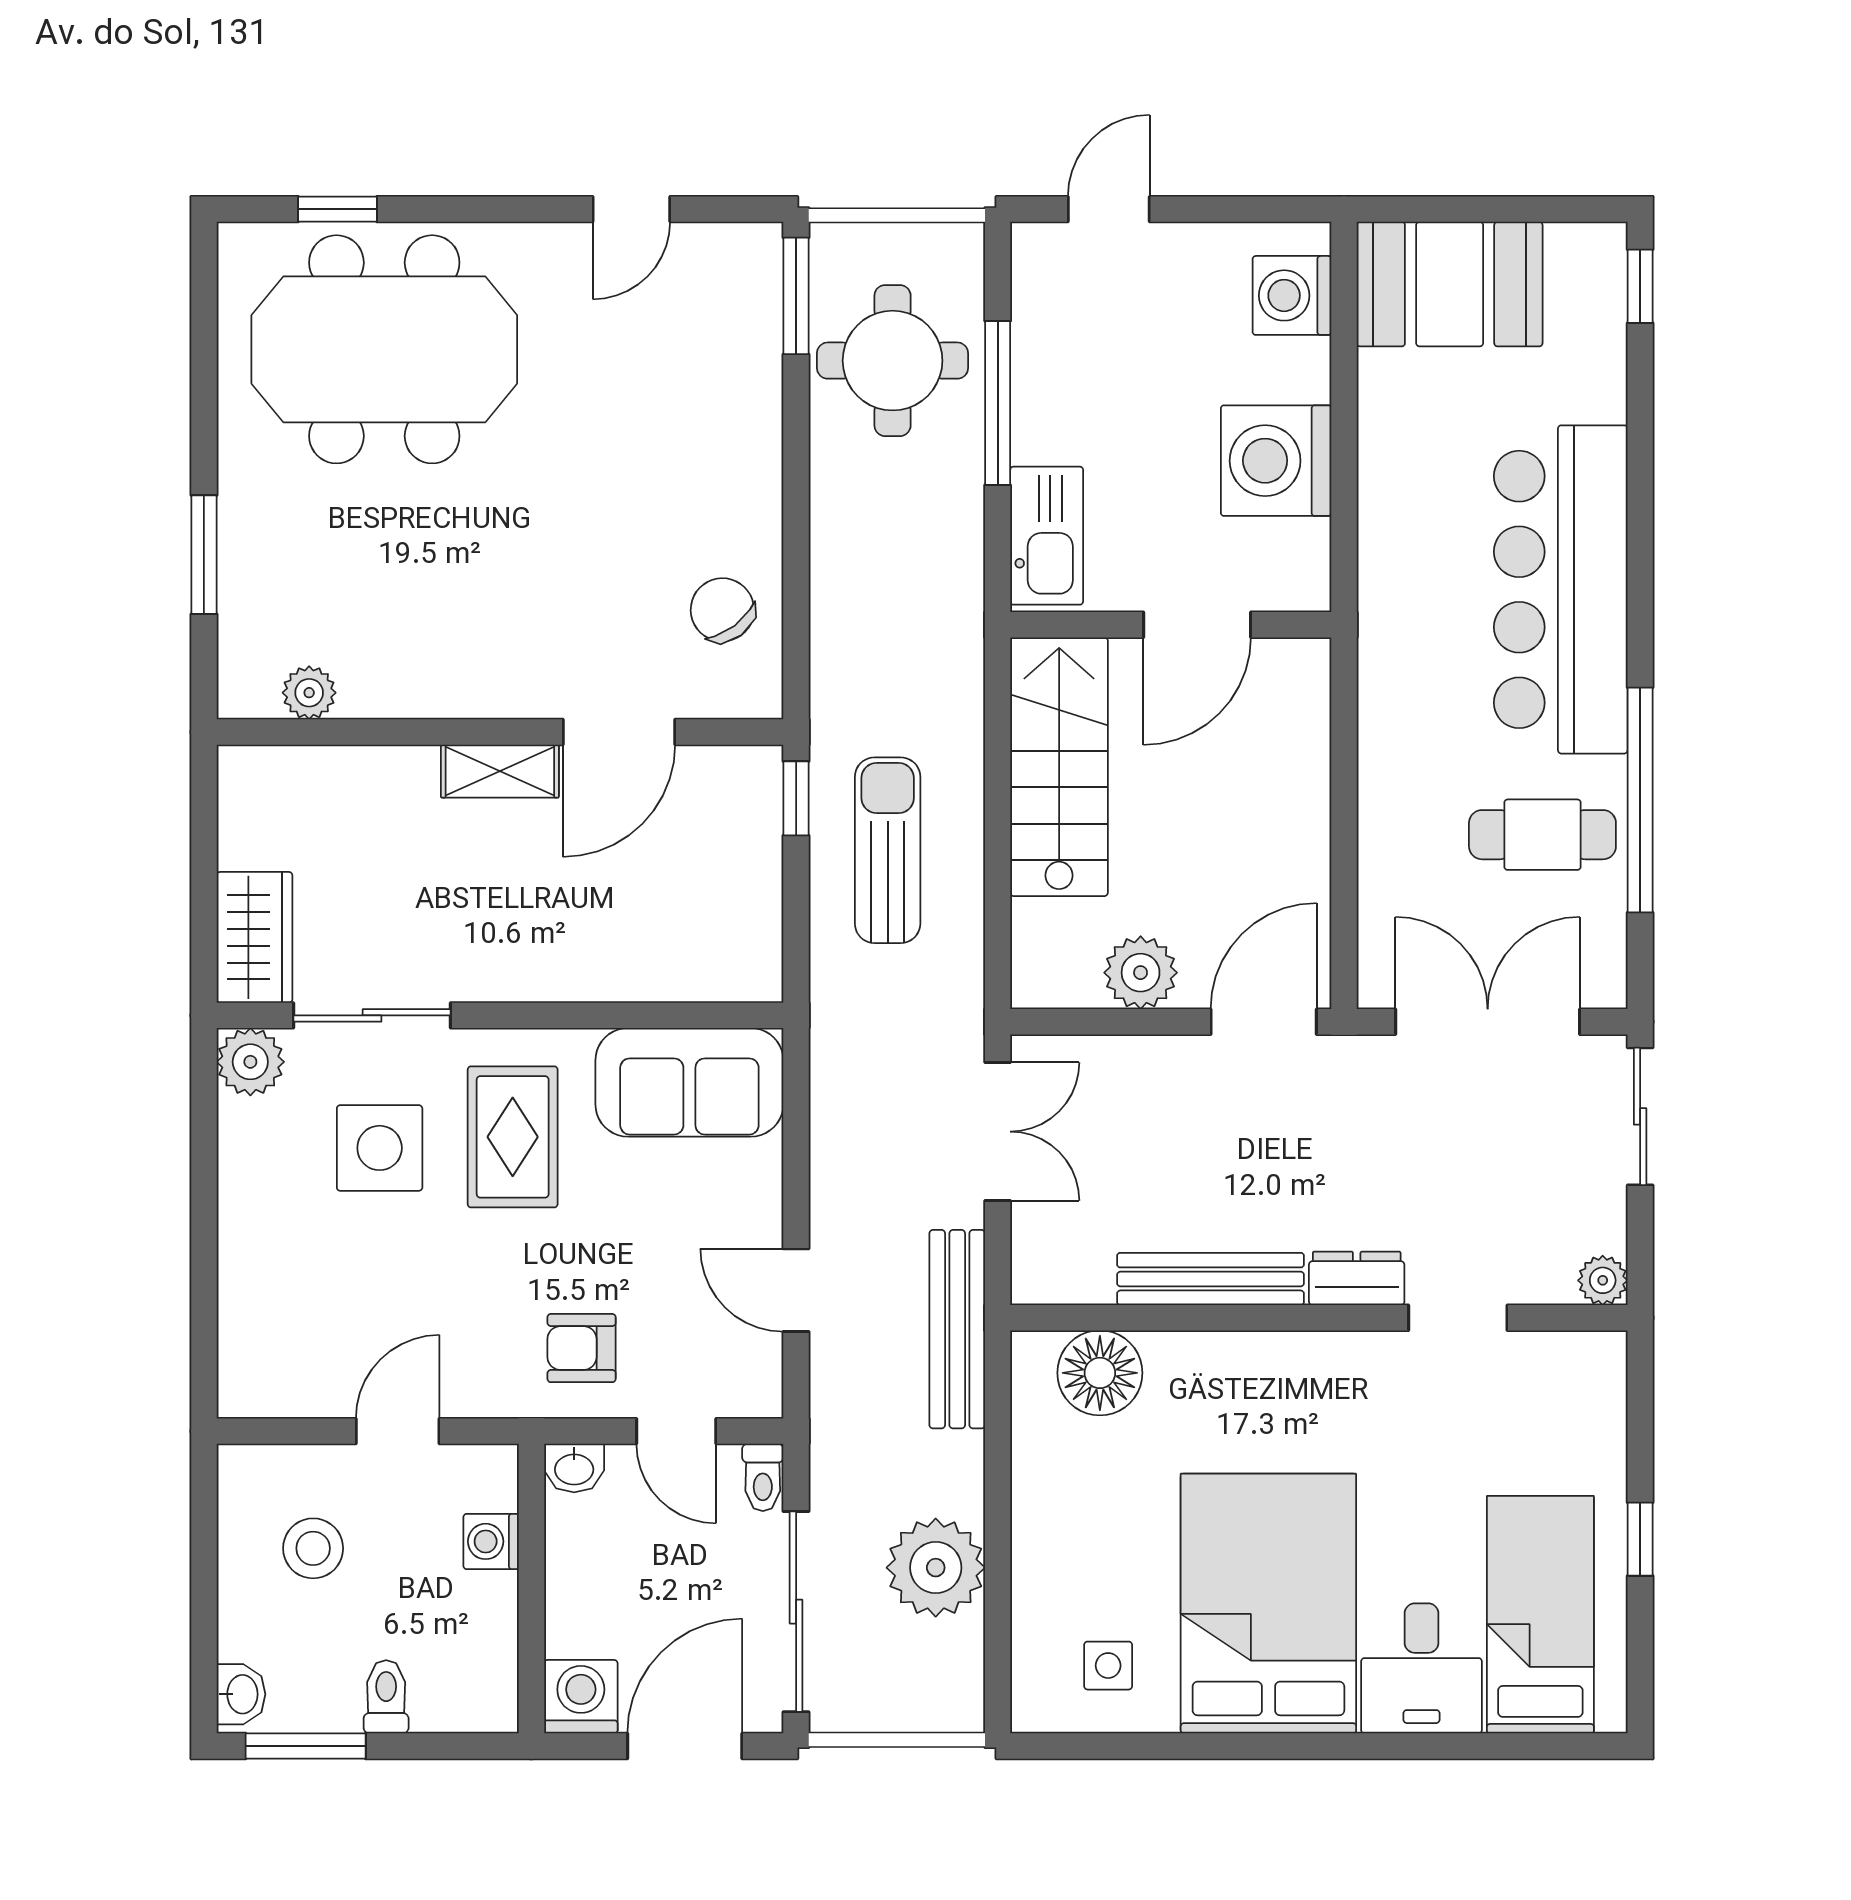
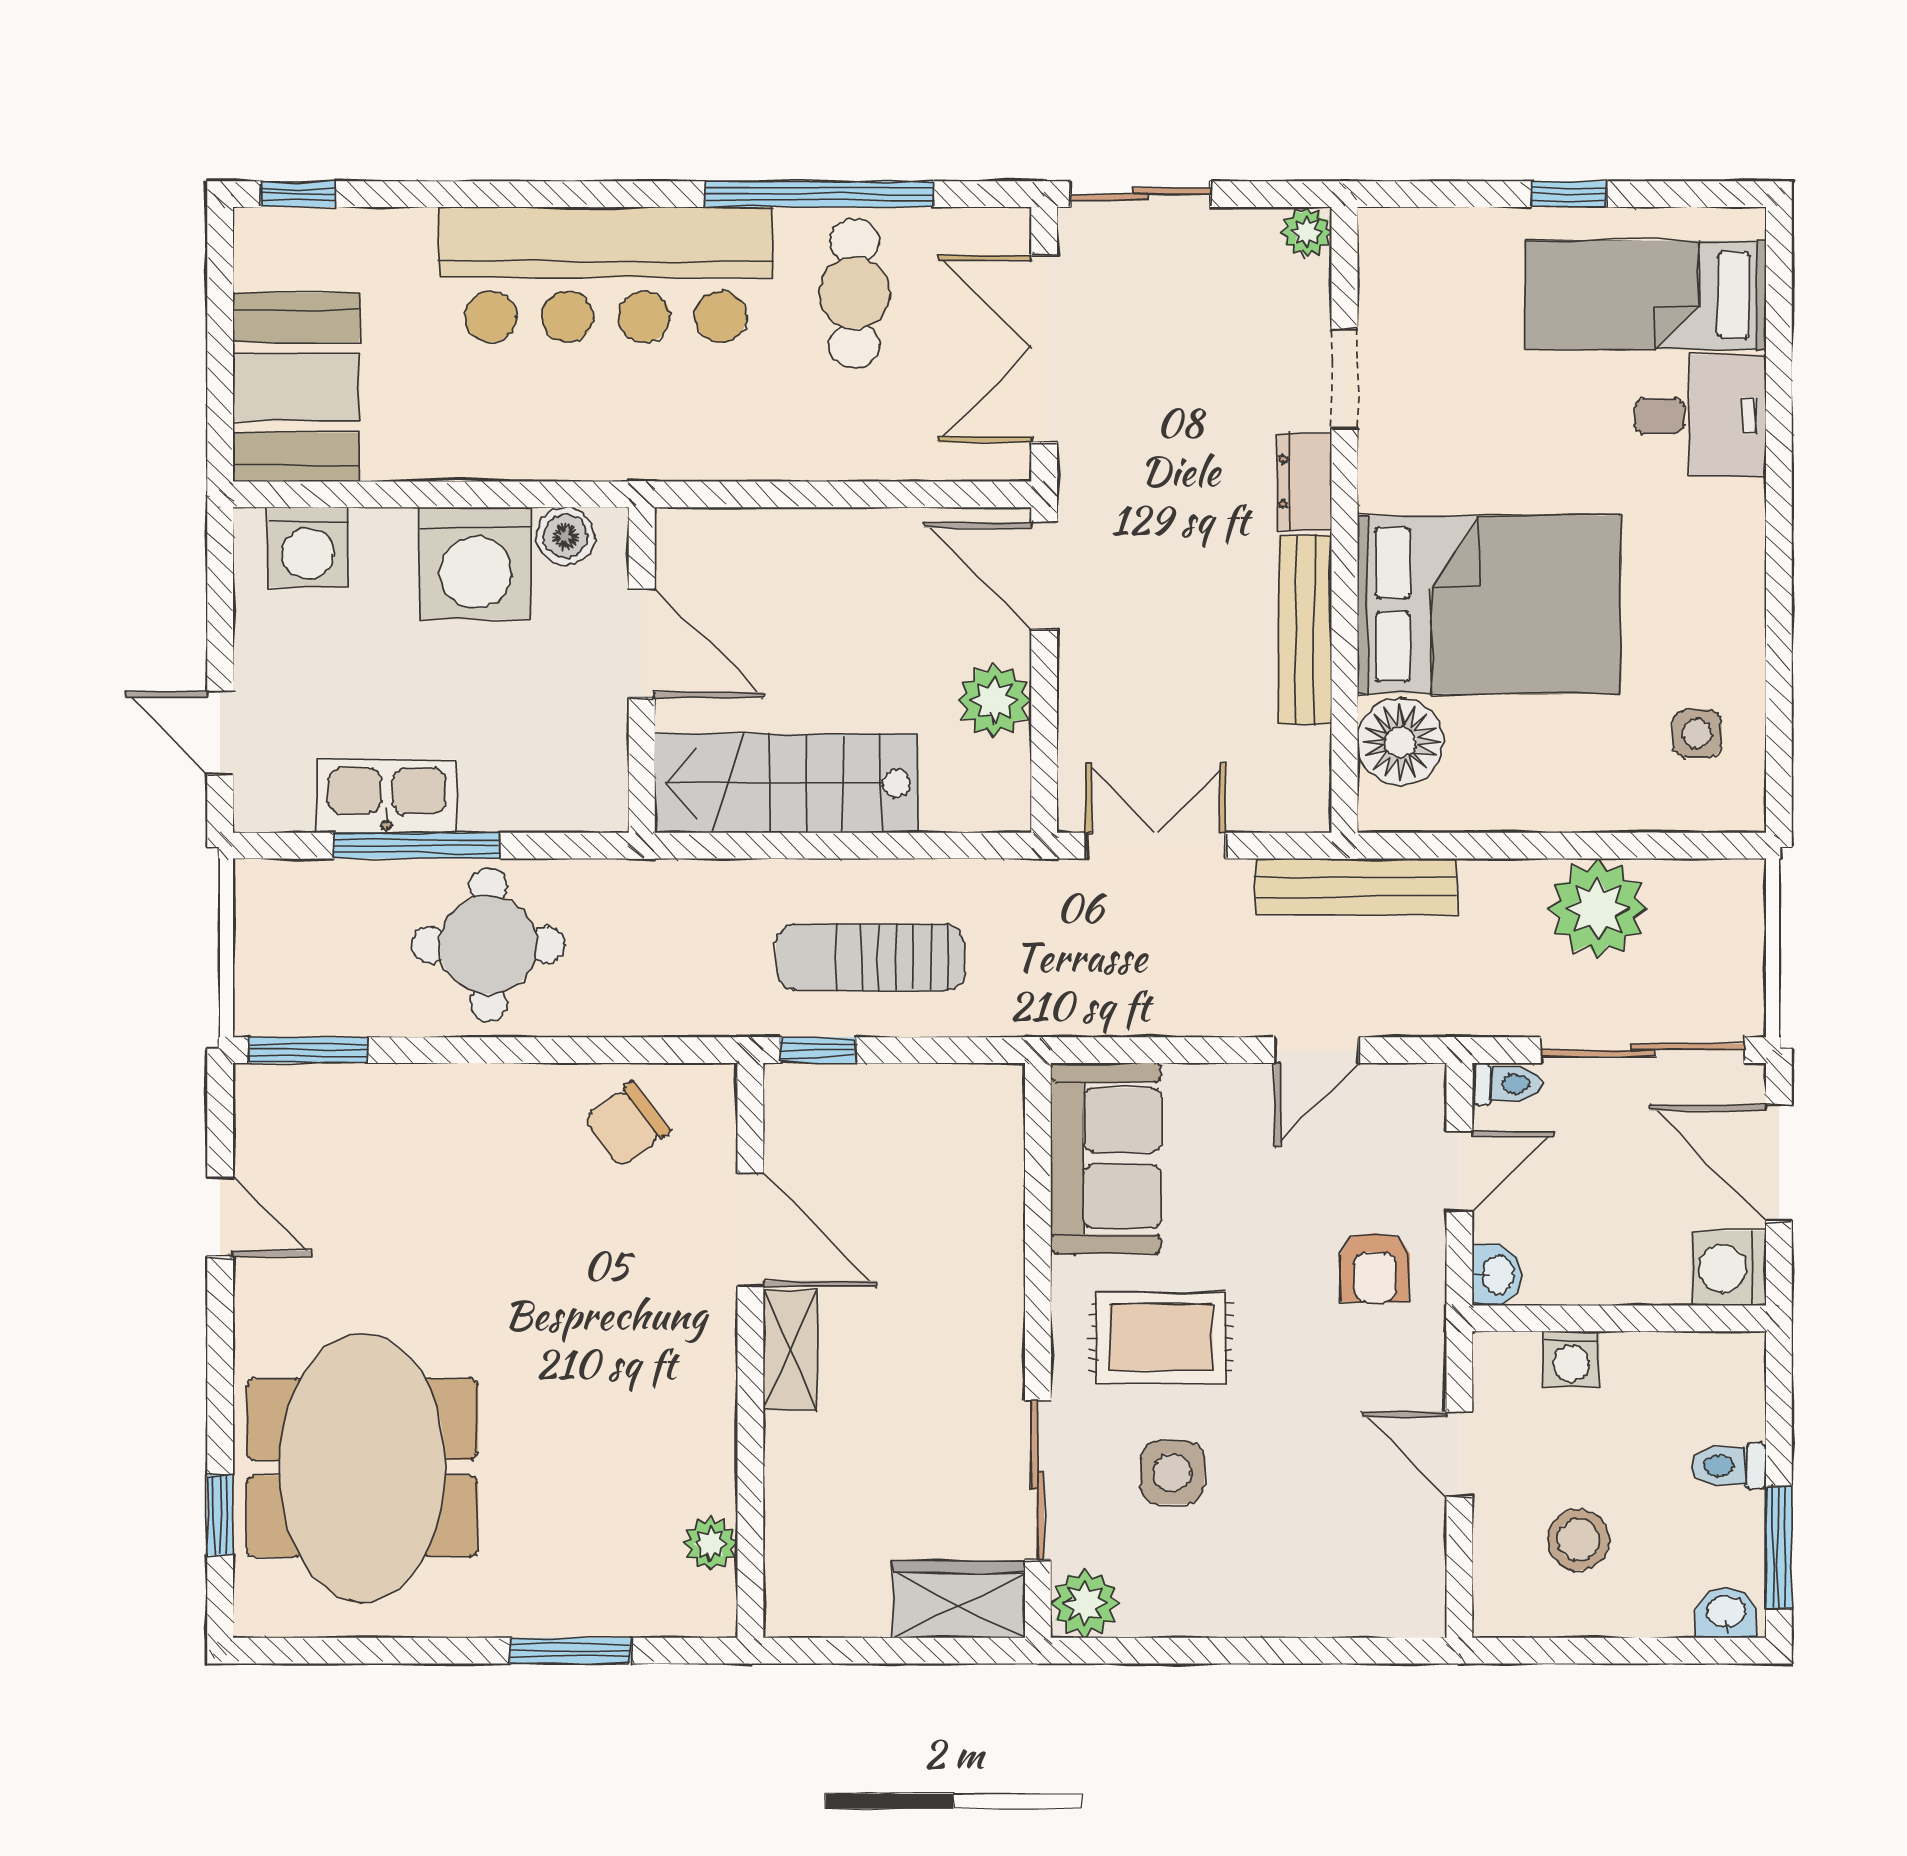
round table: (893, 361) -> (488, 945), moved
kitchen sink: (1047, 536) -> (387, 796), moved
boiler: (1303, 550) -> (565, 536), added
side table: (380, 1148) -> (1172, 1472), width x0.73, depth x0.73
bed: (1268, 1604) -> (1489, 605), moved, turned 180

